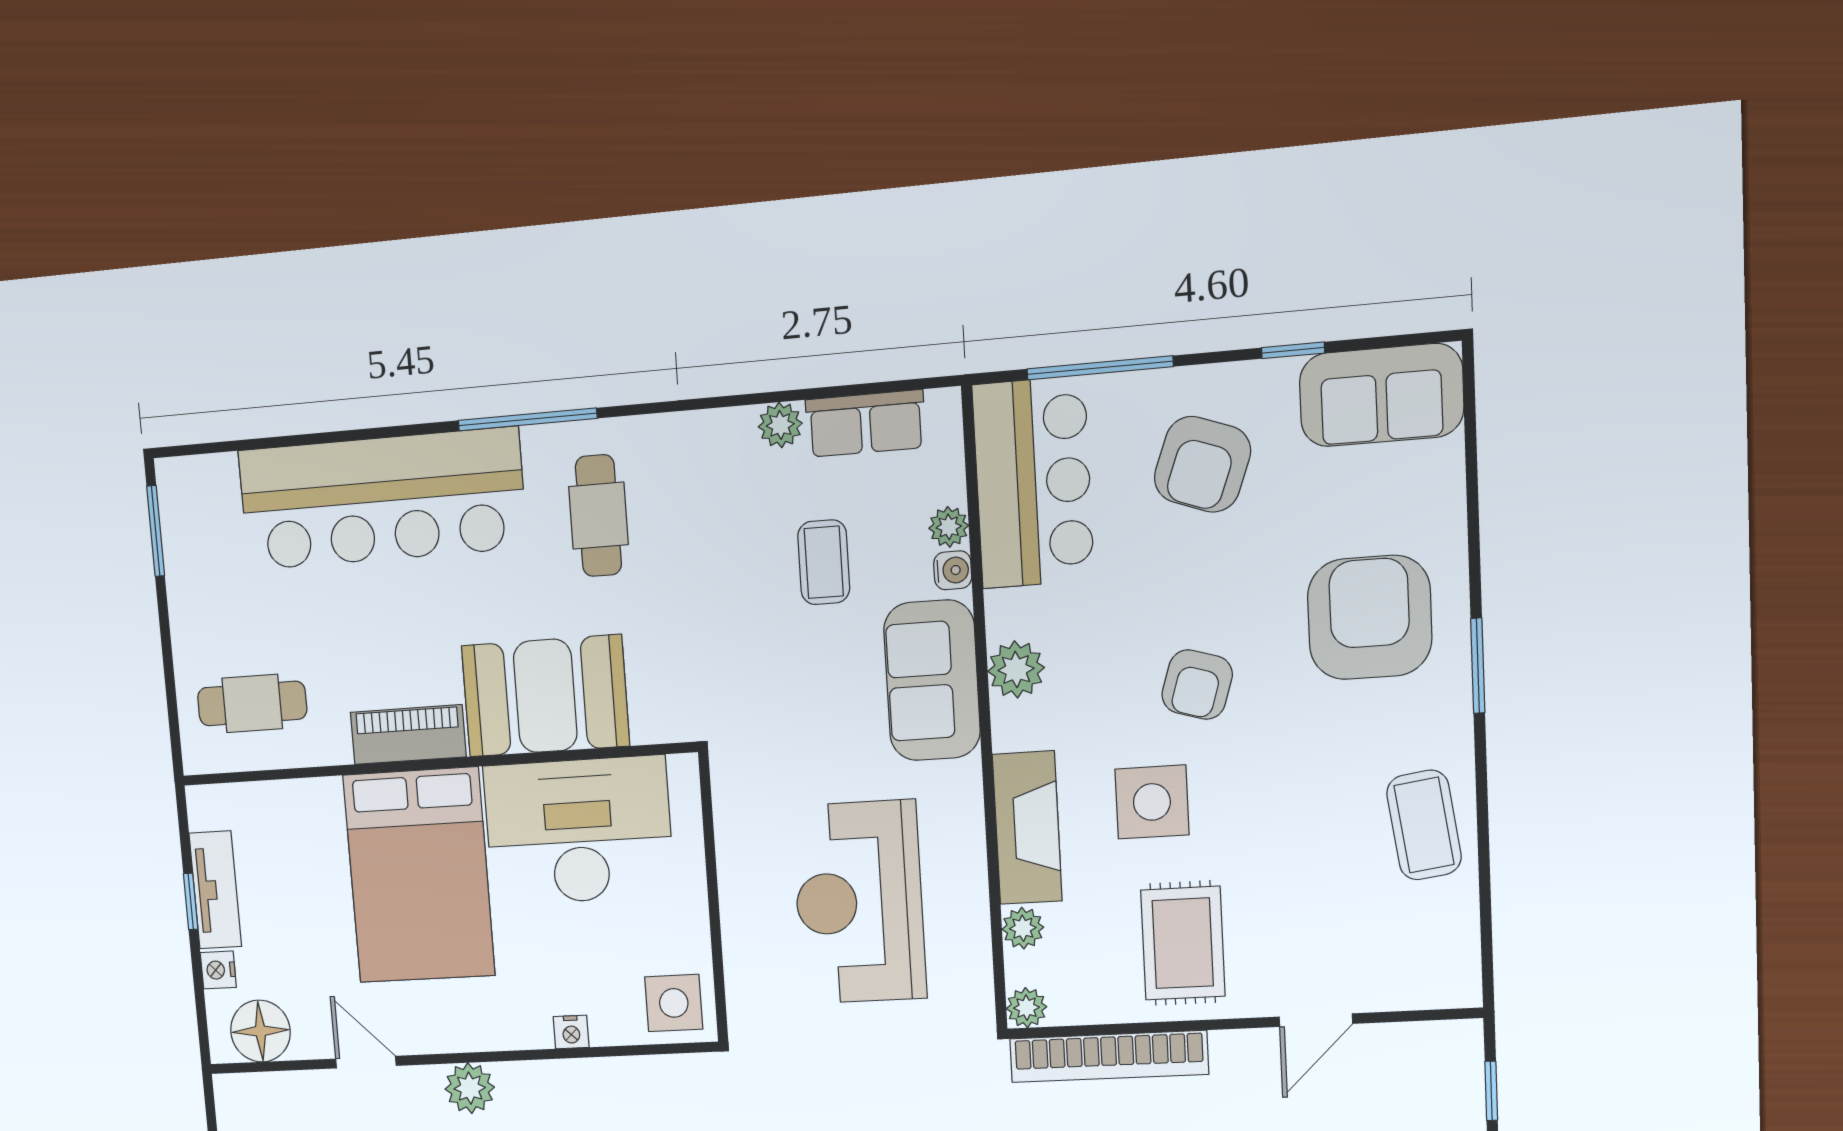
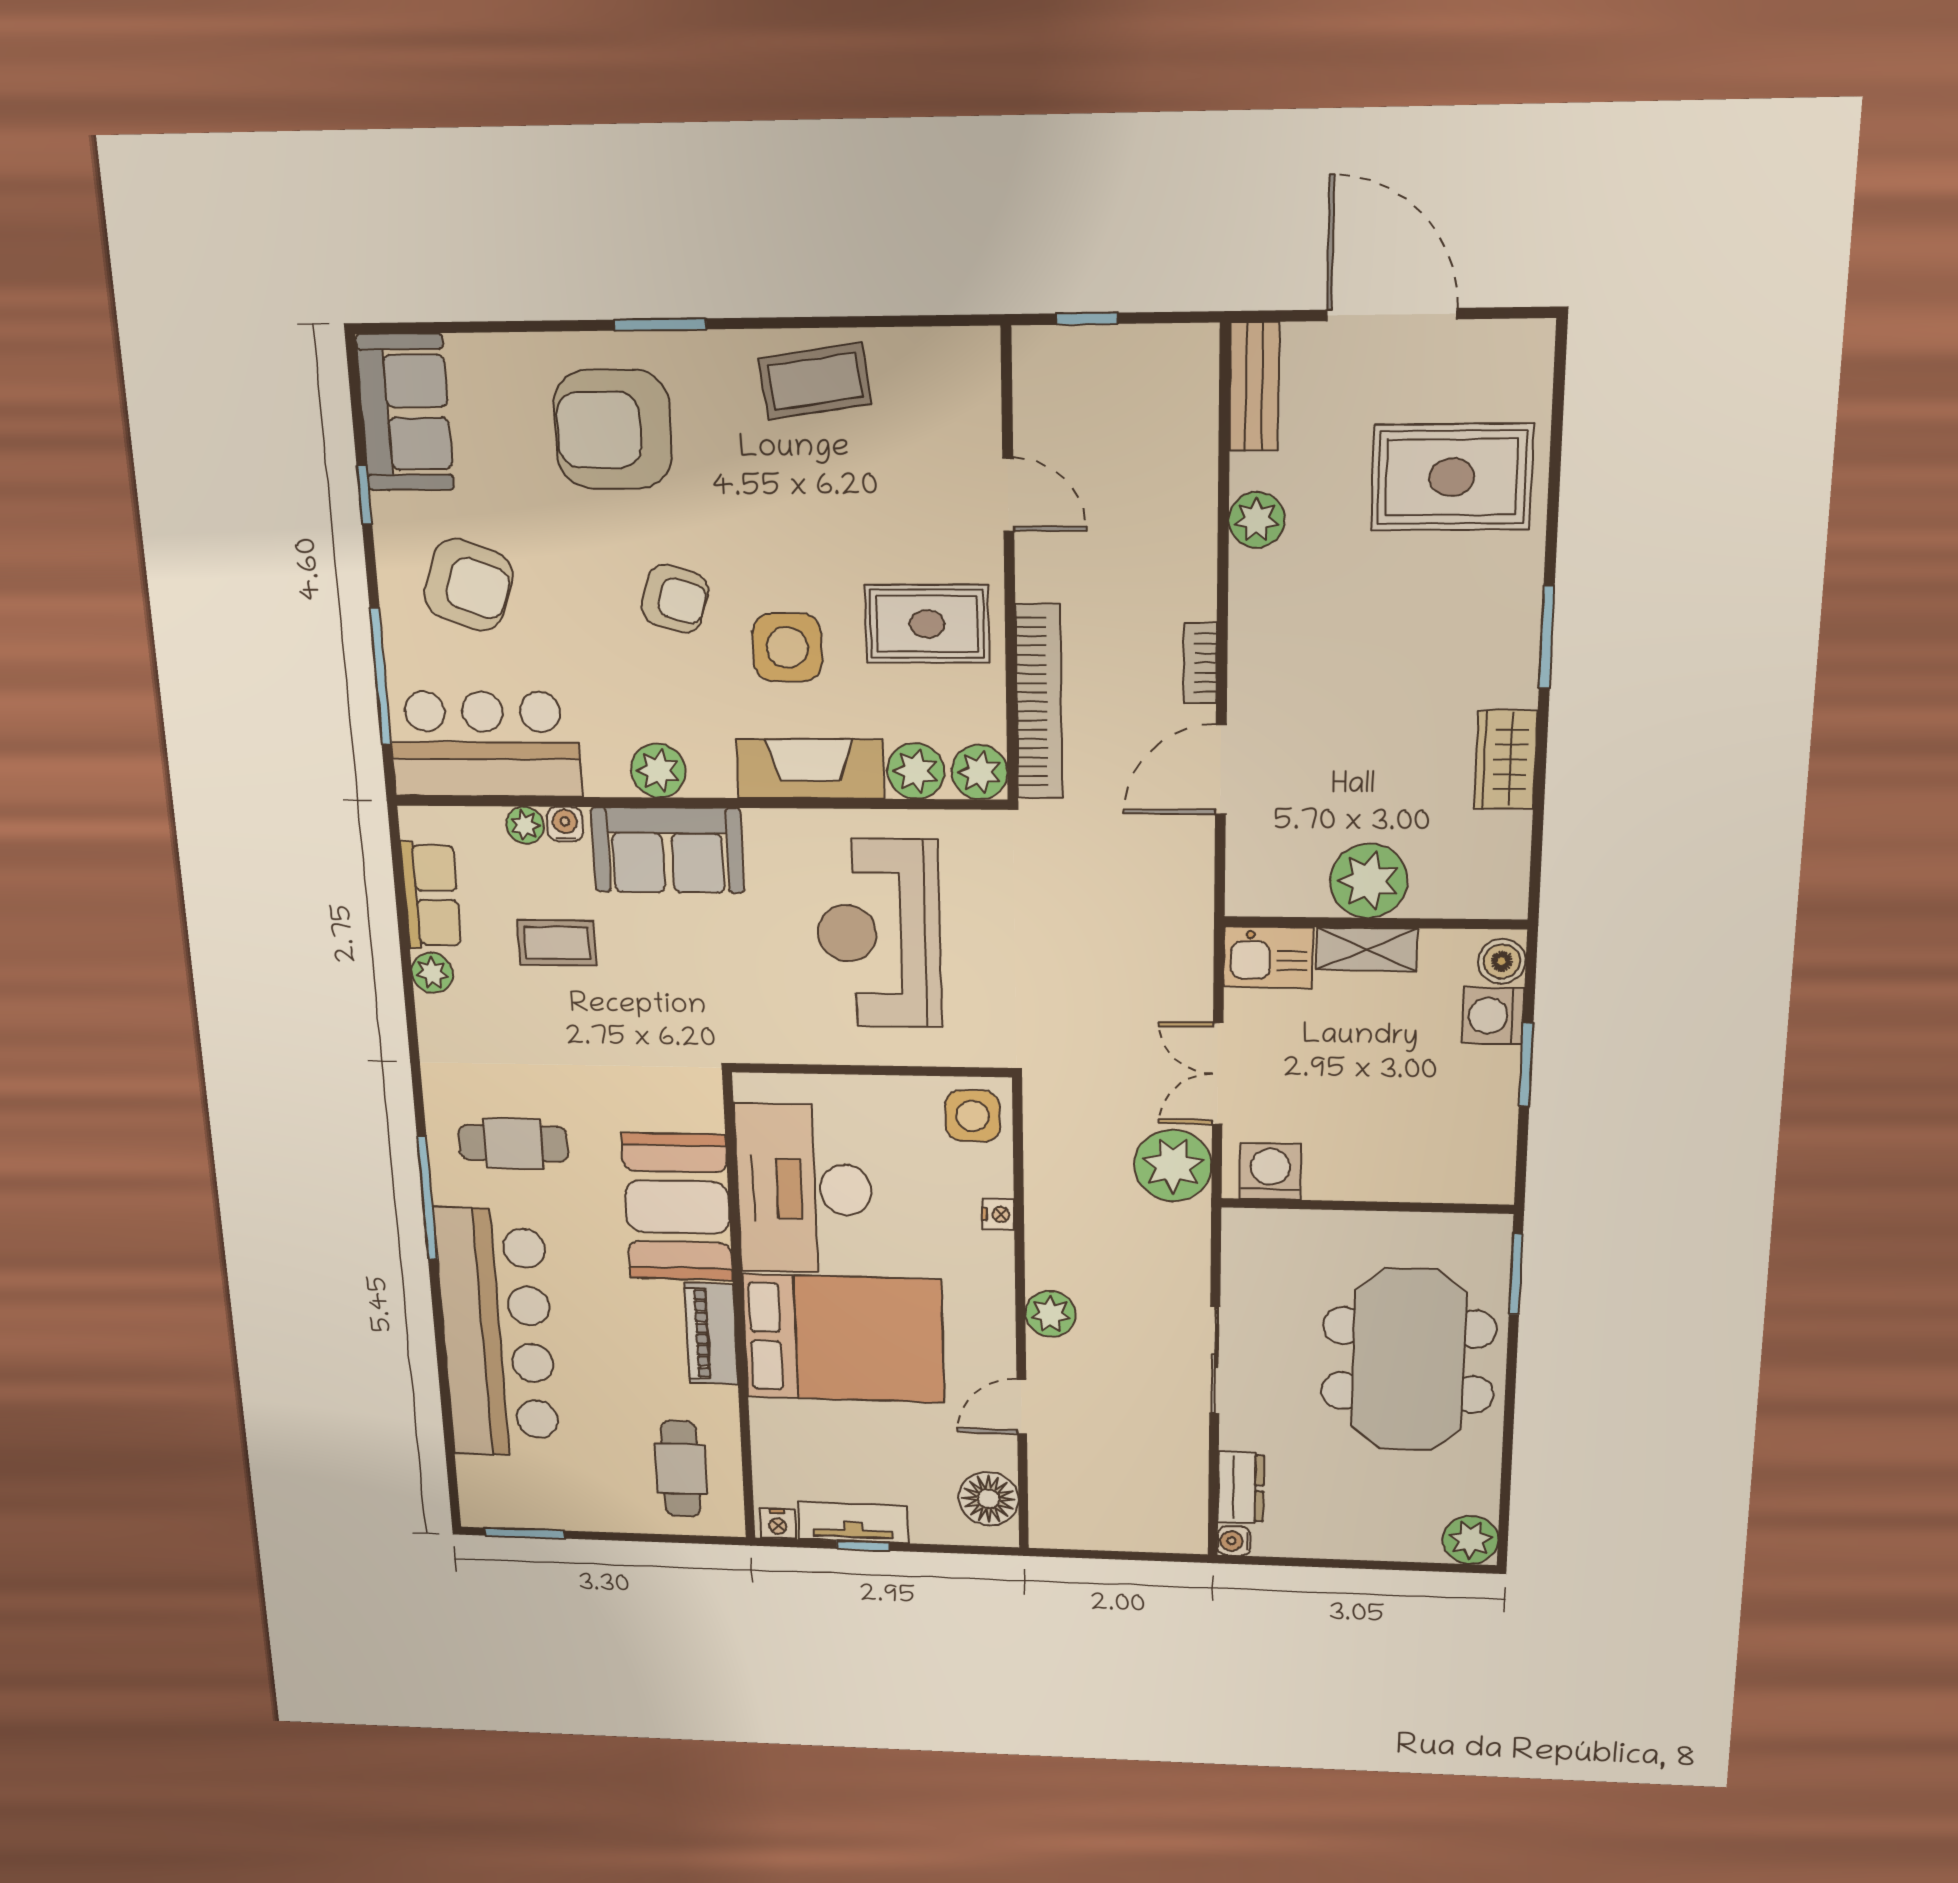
reception desk: (859, 902) -> (879, 934), turned 90
plant: (1023, 928) -> (916, 771), width x1.38, depth x1.38
nightstand: (218, 970) -> (778, 1524), moved
plant: (1026, 1008) -> (979, 772), width x1.38, depth x1.38

